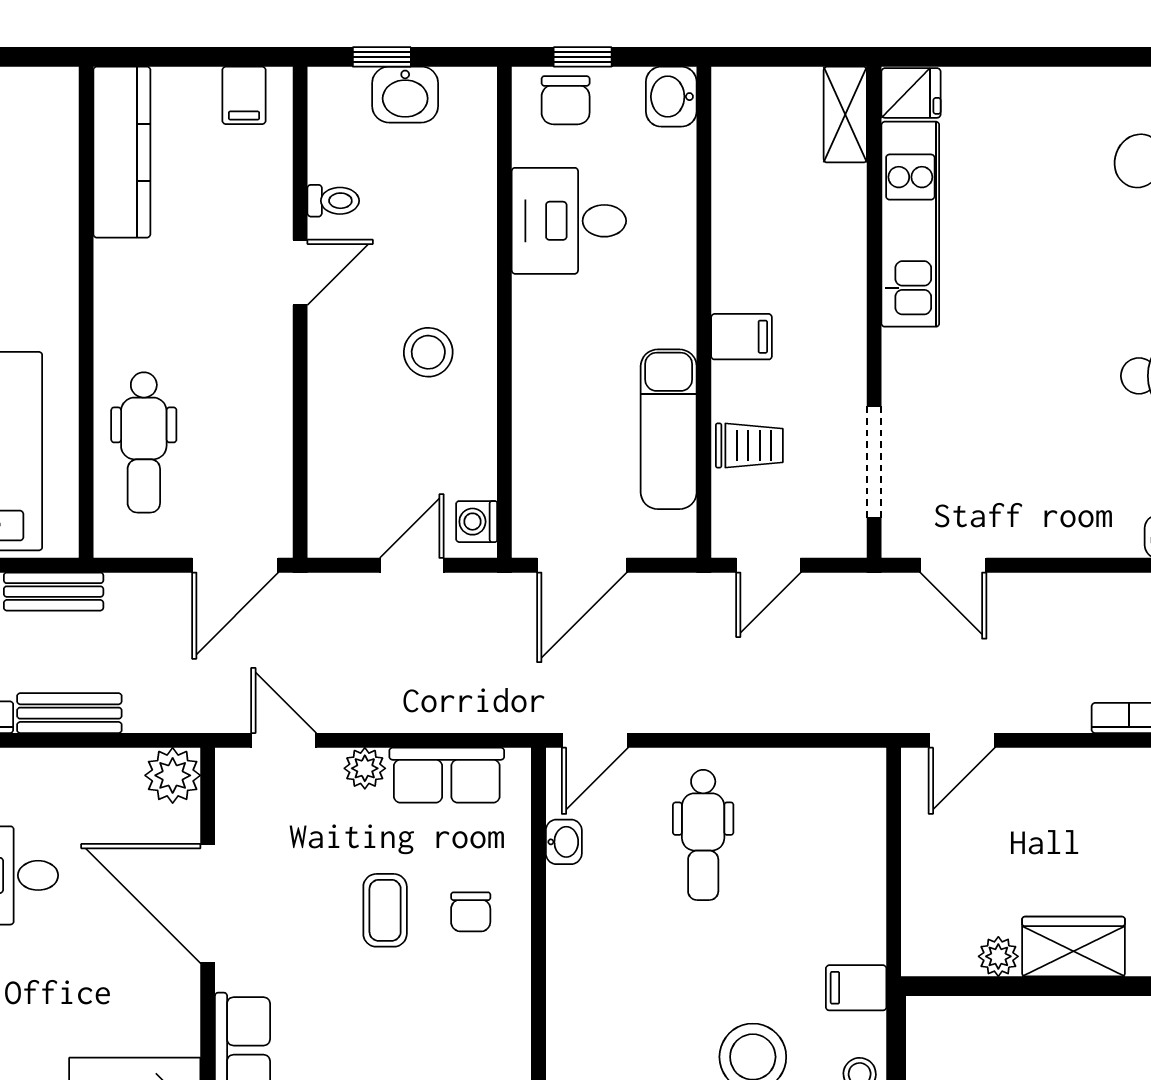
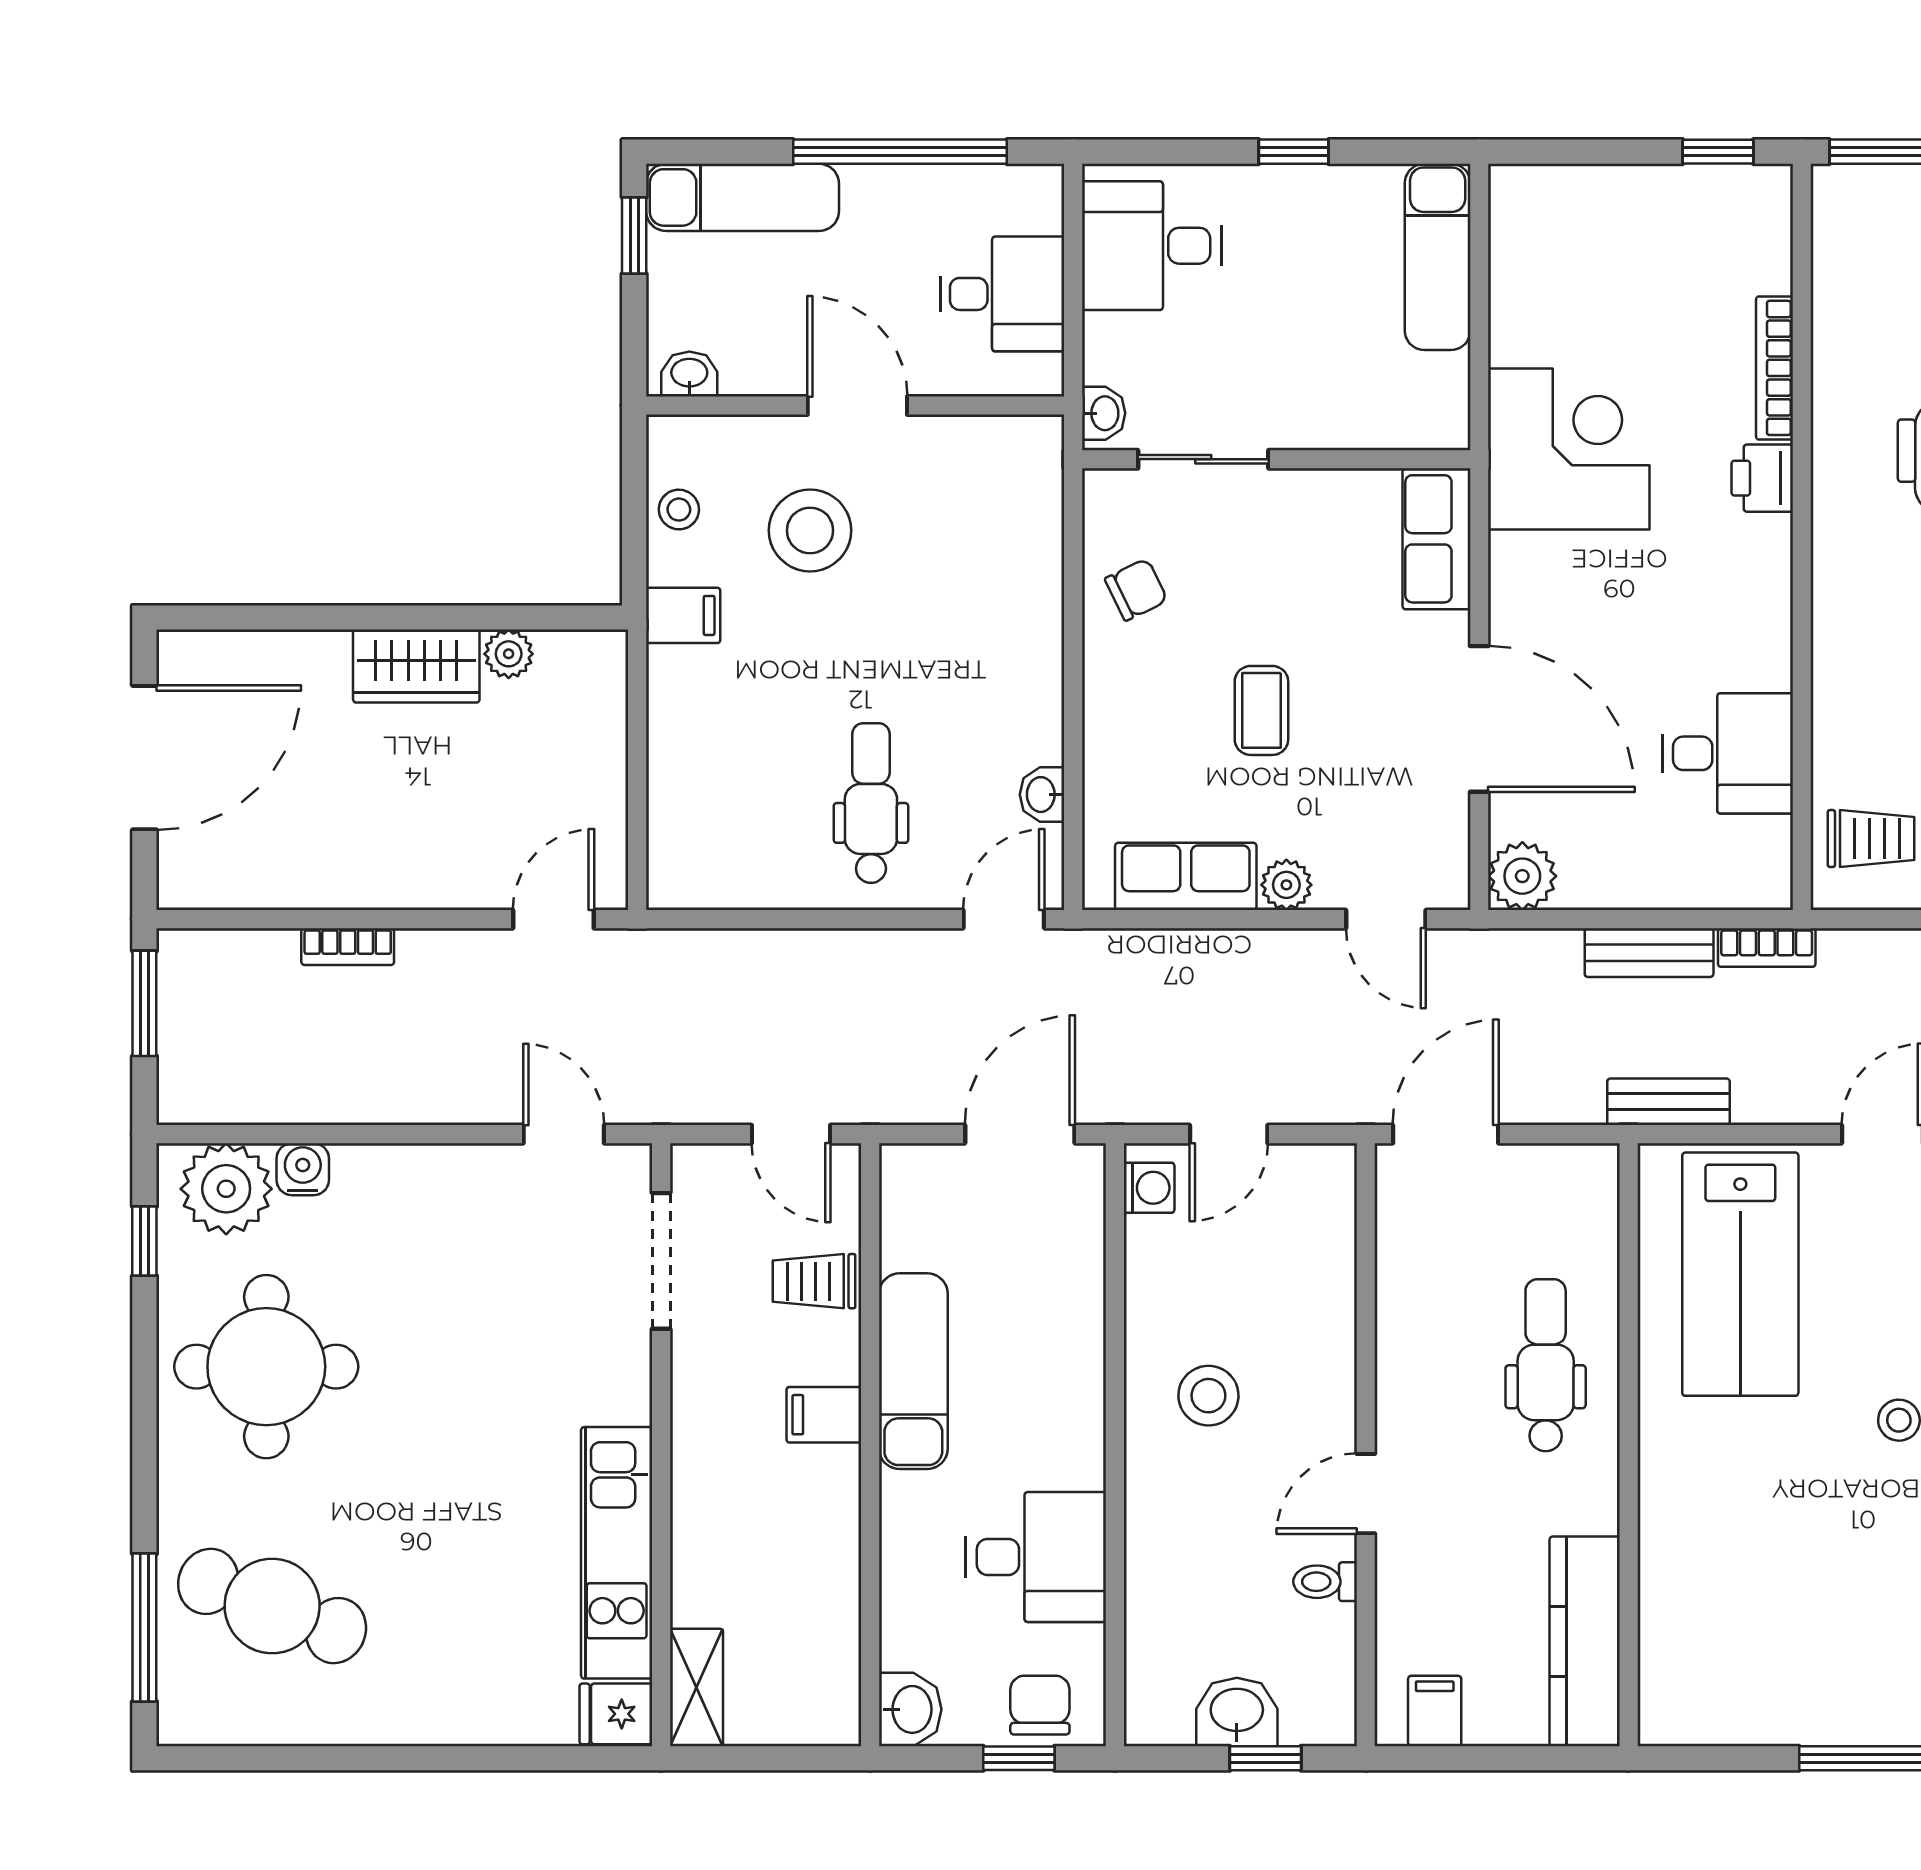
exam couch: (669, 429) -> (913, 1371), moved
dental chair: (144, 442) -> (1546, 1365), moved
door: (768, 565) -> (791, 1134), swing flipped
chair: (471, 912) -> (1136, 590), moved, turned 64

